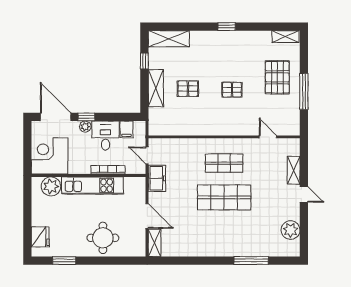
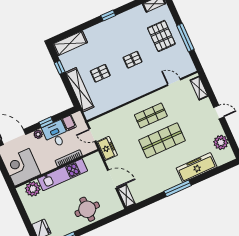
shelving: (156, 88) -> (80, 90), width x1.47
window: (86, 117) -> (46, 122), moved
shelving: (294, 170) -> (199, 88), moved
freezer: (250, 246) -> (197, 168), added
window: (251, 261) -> (178, 188), moved

